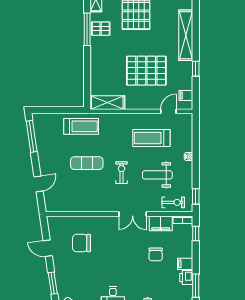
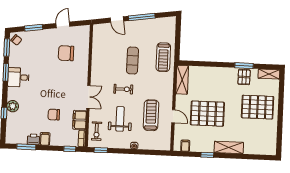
window: (87, 29) -> (244, 66), width x0.69
shelving: (186, 35) -> (229, 147), width x0.68
pallet: (146, 71) -> (207, 114), turned 90
door: (168, 111) -> (173, 116), moved
window: (32, 136) -> (142, 17), moved
double door: (133, 214) -> (88, 97), swing flipped
chair: (81, 243) -> (66, 53), turned -90

